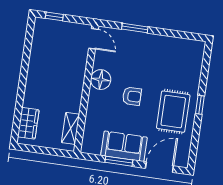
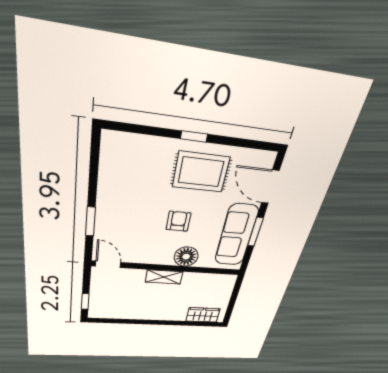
door: (93, 39) -> (108, 264), hinge flipped
floor lamp: (101, 80) -> (186, 257), moved
shelving: (70, 128) -> (164, 277), moved
sofa: (124, 146) -> (236, 235), width x1.36

